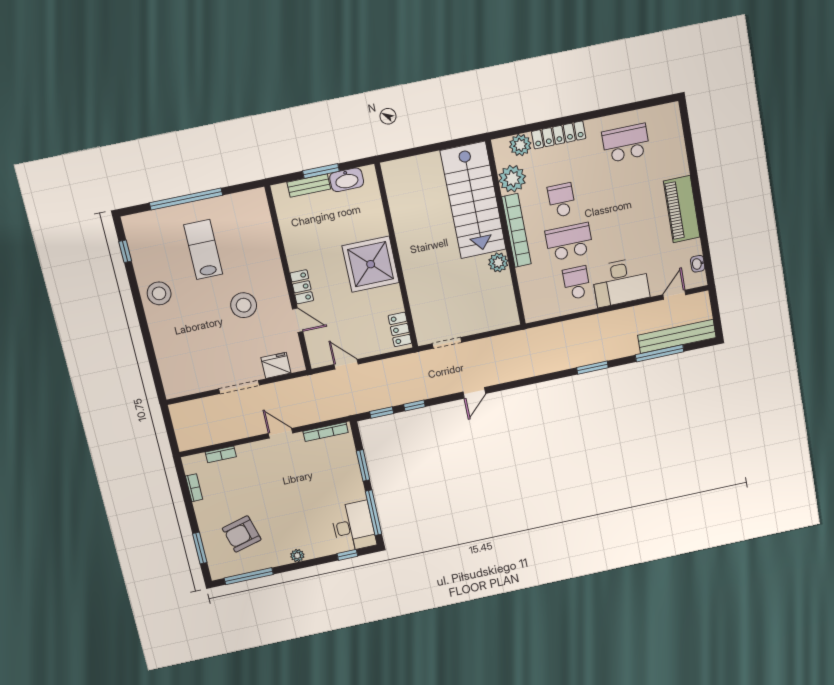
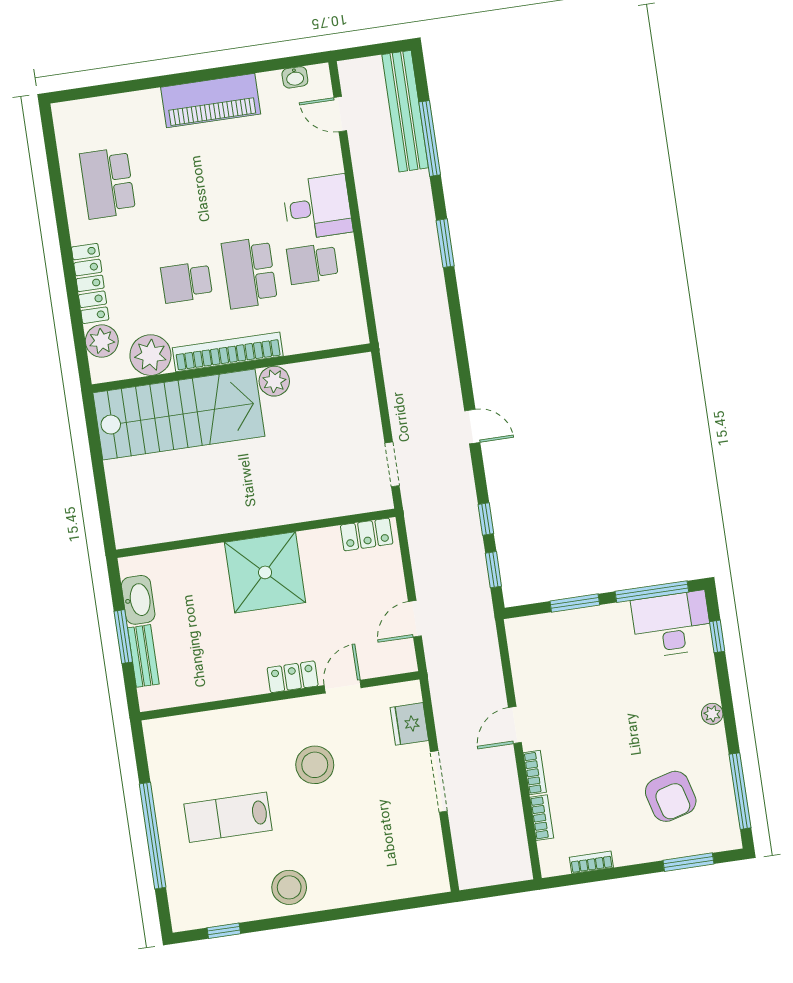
desk: (621, 282) -> (317, 207), width x0.73
bookcase: (326, 432) -> (535, 772), moved, width x0.64

